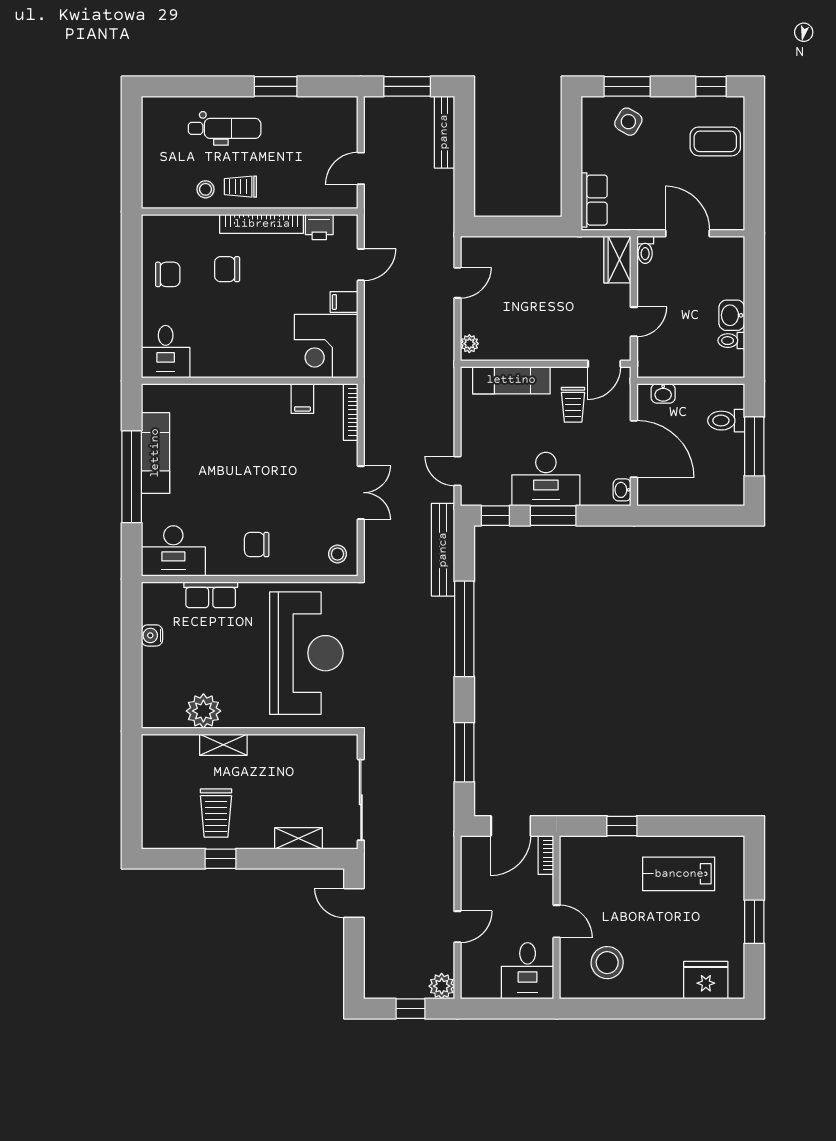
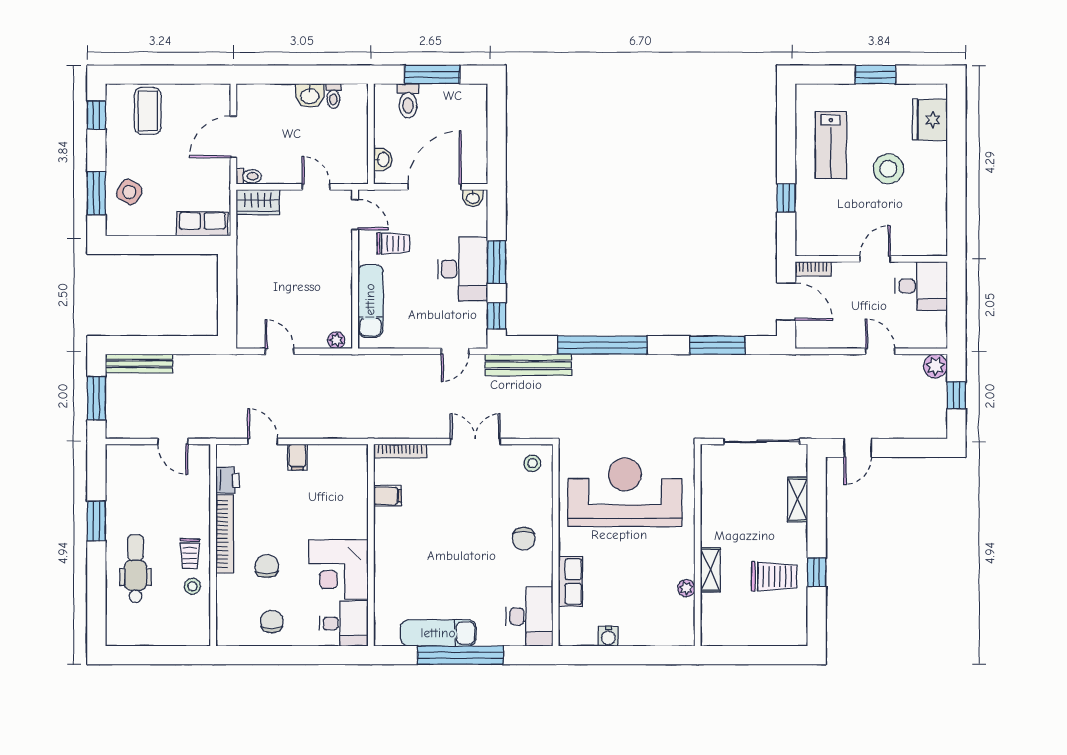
chair: (227, 269) -> (267, 566), turned 180
corner desk: (326, 346) -> (339, 569), moved, turned 90
plant: (203, 711) -> (686, 588), width x0.53, depth x0.53
stool: (607, 963) -> (888, 169), moved

